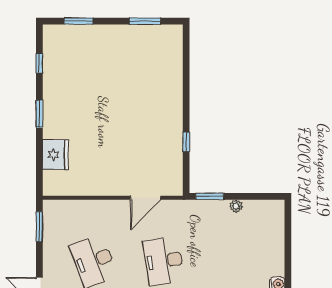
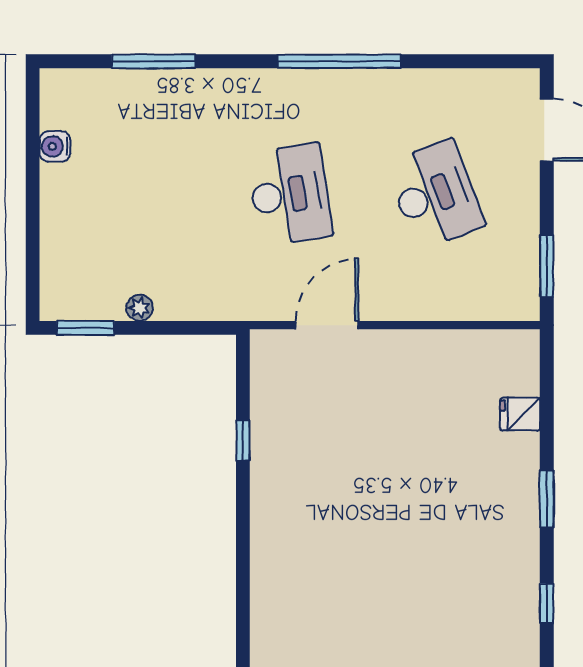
fridge: (56, 155) -> (520, 414), width x0.53, depth x0.75
window: (210, 196) -> (86, 328), moved

